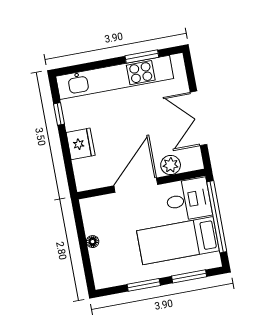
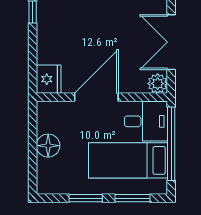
fridge: (81, 144) -> (49, 79), moved
plant: (171, 165) -> (158, 84), moved
floor lamp: (93, 242) -> (48, 146), width x1.89, depth x1.89

